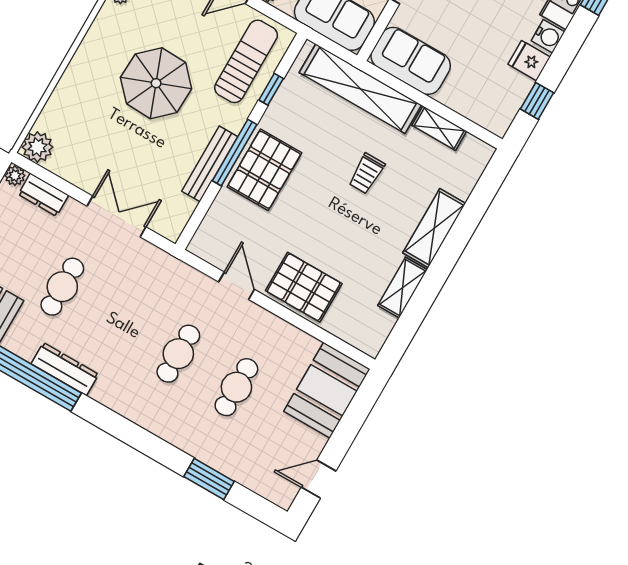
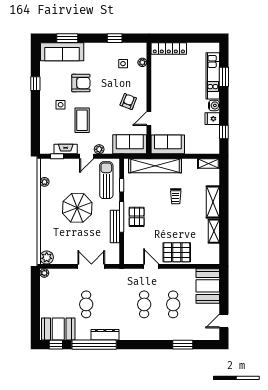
shelving: (439, 128) -> (208, 163), moved
pallet: (264, 170) -> (137, 217), width x0.67, depth x0.71
dresser: (43, 195) -> (59, 274), removed

